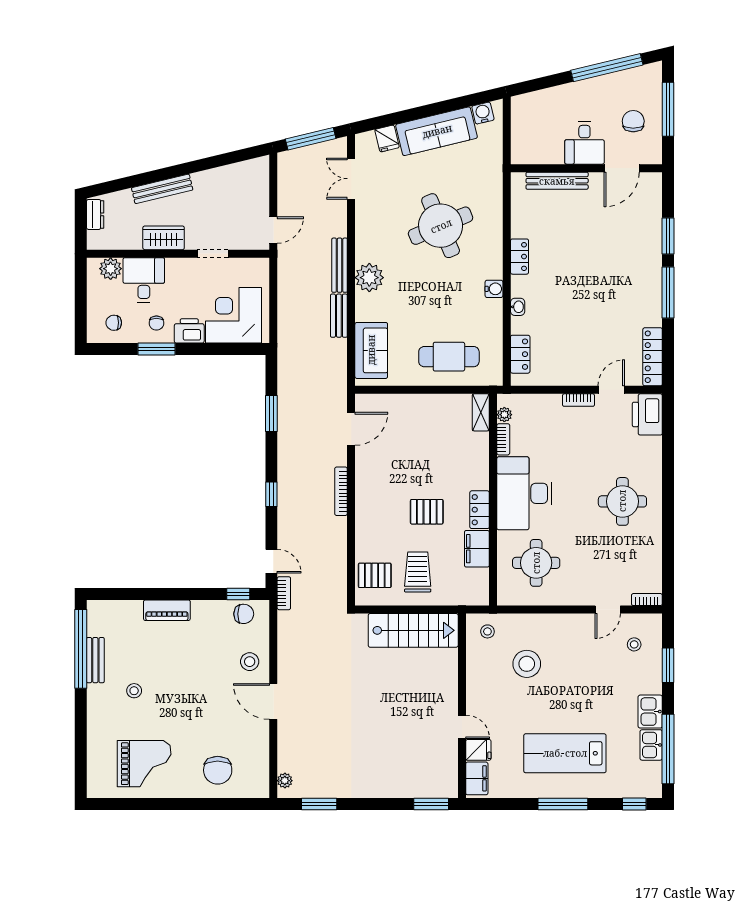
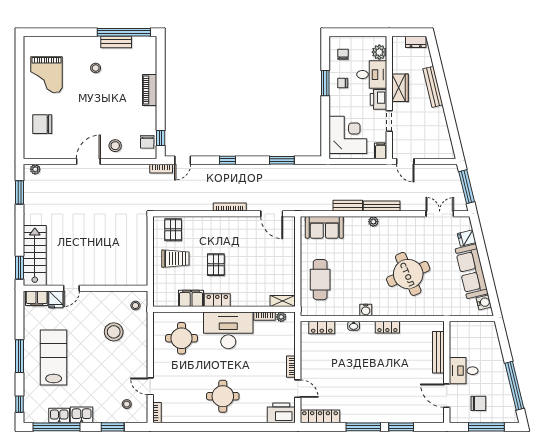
filing cabinet: (258, 267) -> (381, 151), added
plant: (369, 278) -> (373, 222), width x0.53, depth x0.53
printer: (189, 331) -> (378, 99), moved, turned 180
stairs: (413, 630) -> (35, 256), moved, turned 180

